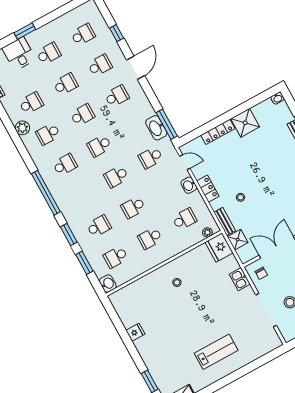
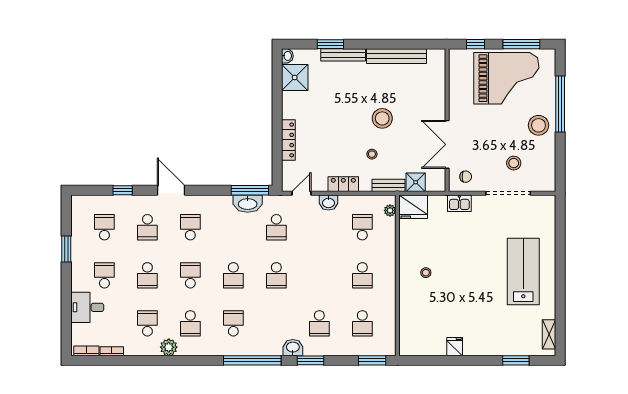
window: (25, 31) -> (66, 249), moved
school desk: (100, 65) -> (147, 227), turned 180
school desk: (66, 84) -> (147, 275), turned 180
shower: (245, 123) -> (295, 77), moved
stool: (270, 191) -> (382, 118), added
school desk: (133, 207) -> (319, 275), removed
school desk: (99, 226) -> (319, 323), turned 180
window: (84, 263) -> (372, 360), moved
washbasin: (108, 284) -> (293, 348), moved
lab bench: (216, 352) -> (523, 271), width x1.36, depth x1.39

